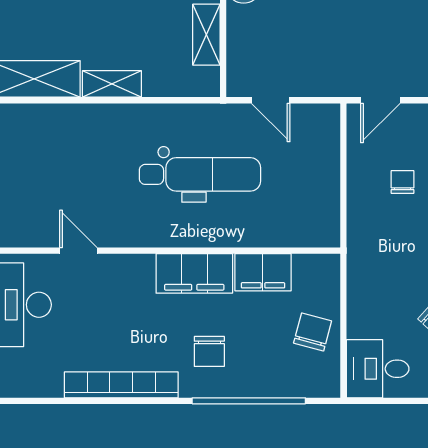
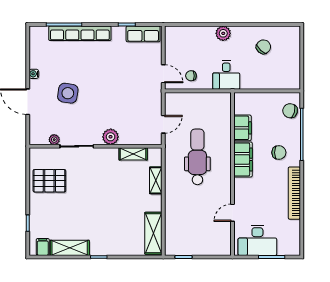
shelving: (112, 84) -> (156, 180), moved
chair: (403, 182) -> (191, 76), moved
chair: (313, 332) -> (290, 111), moved
desk: (378, 369) -> (226, 75), moved

